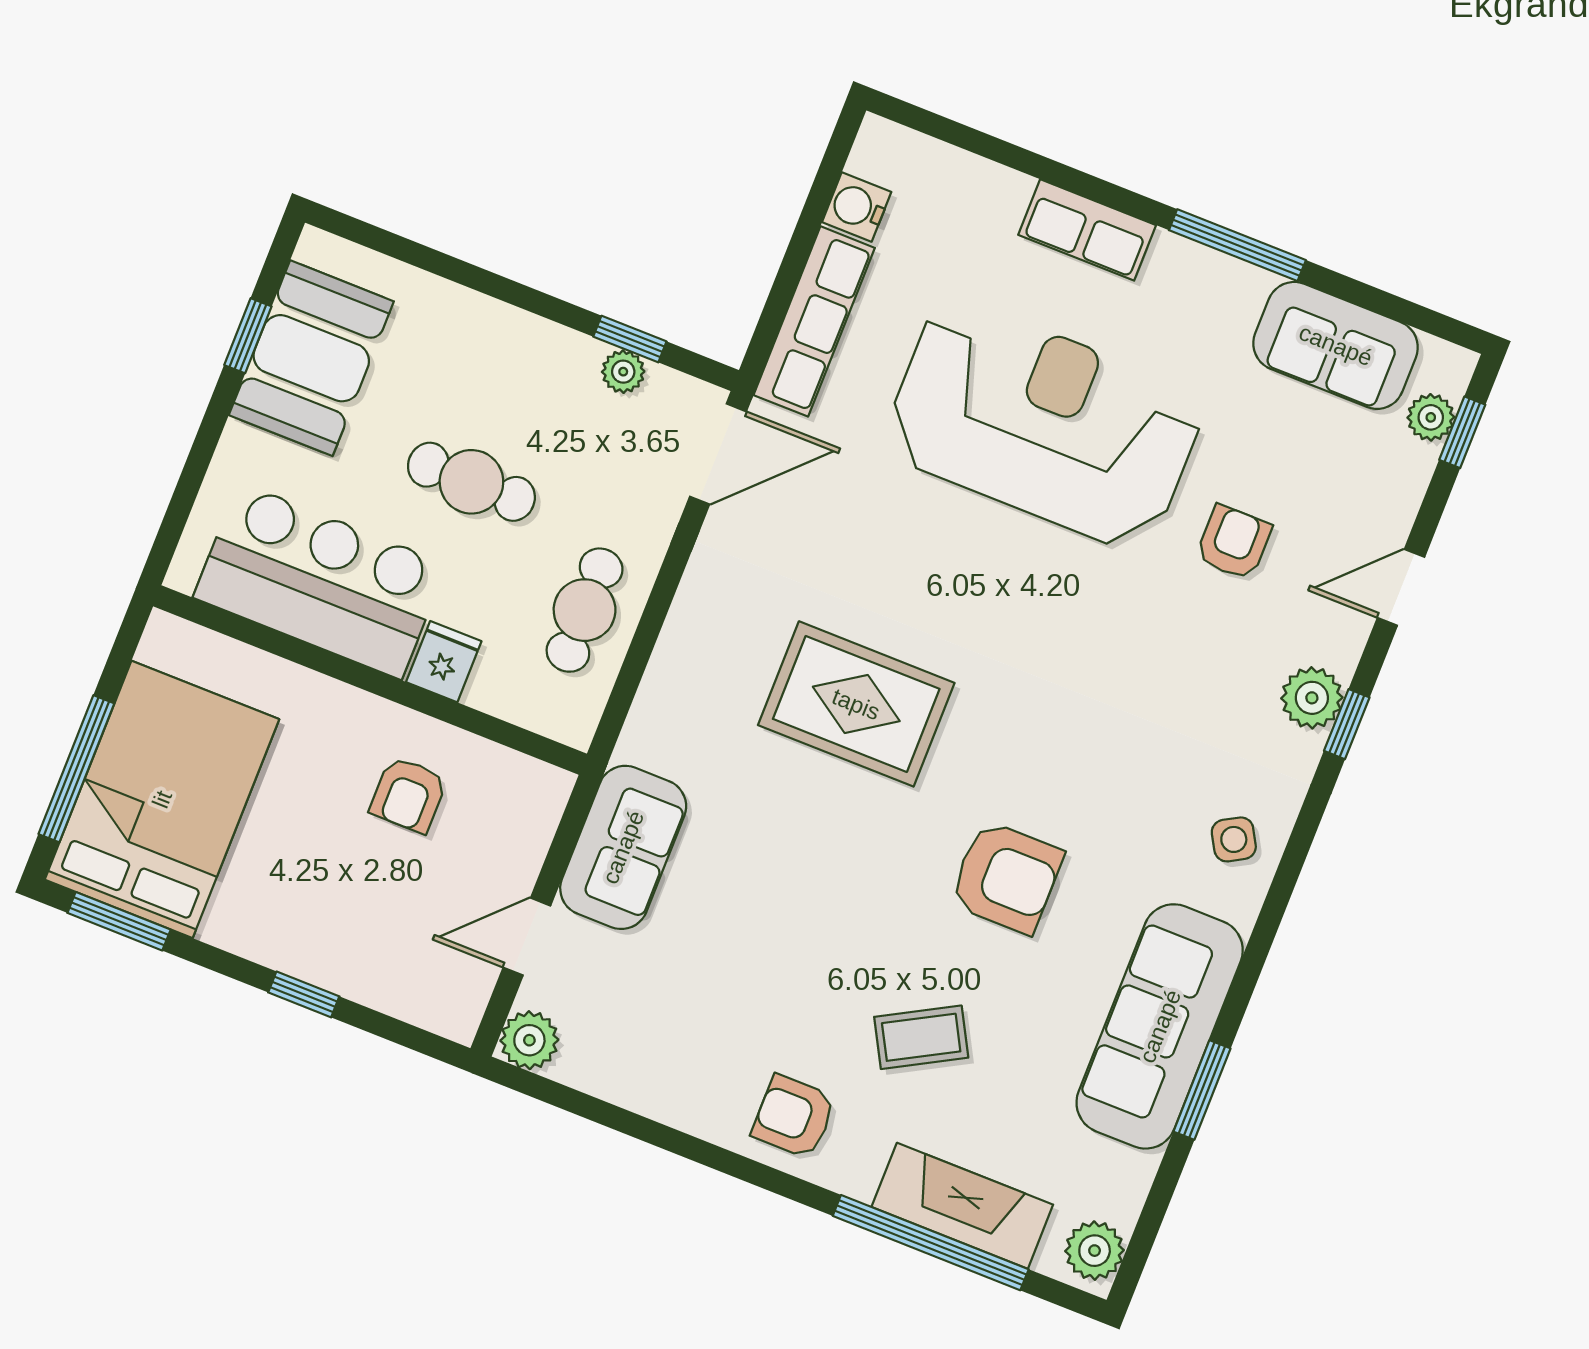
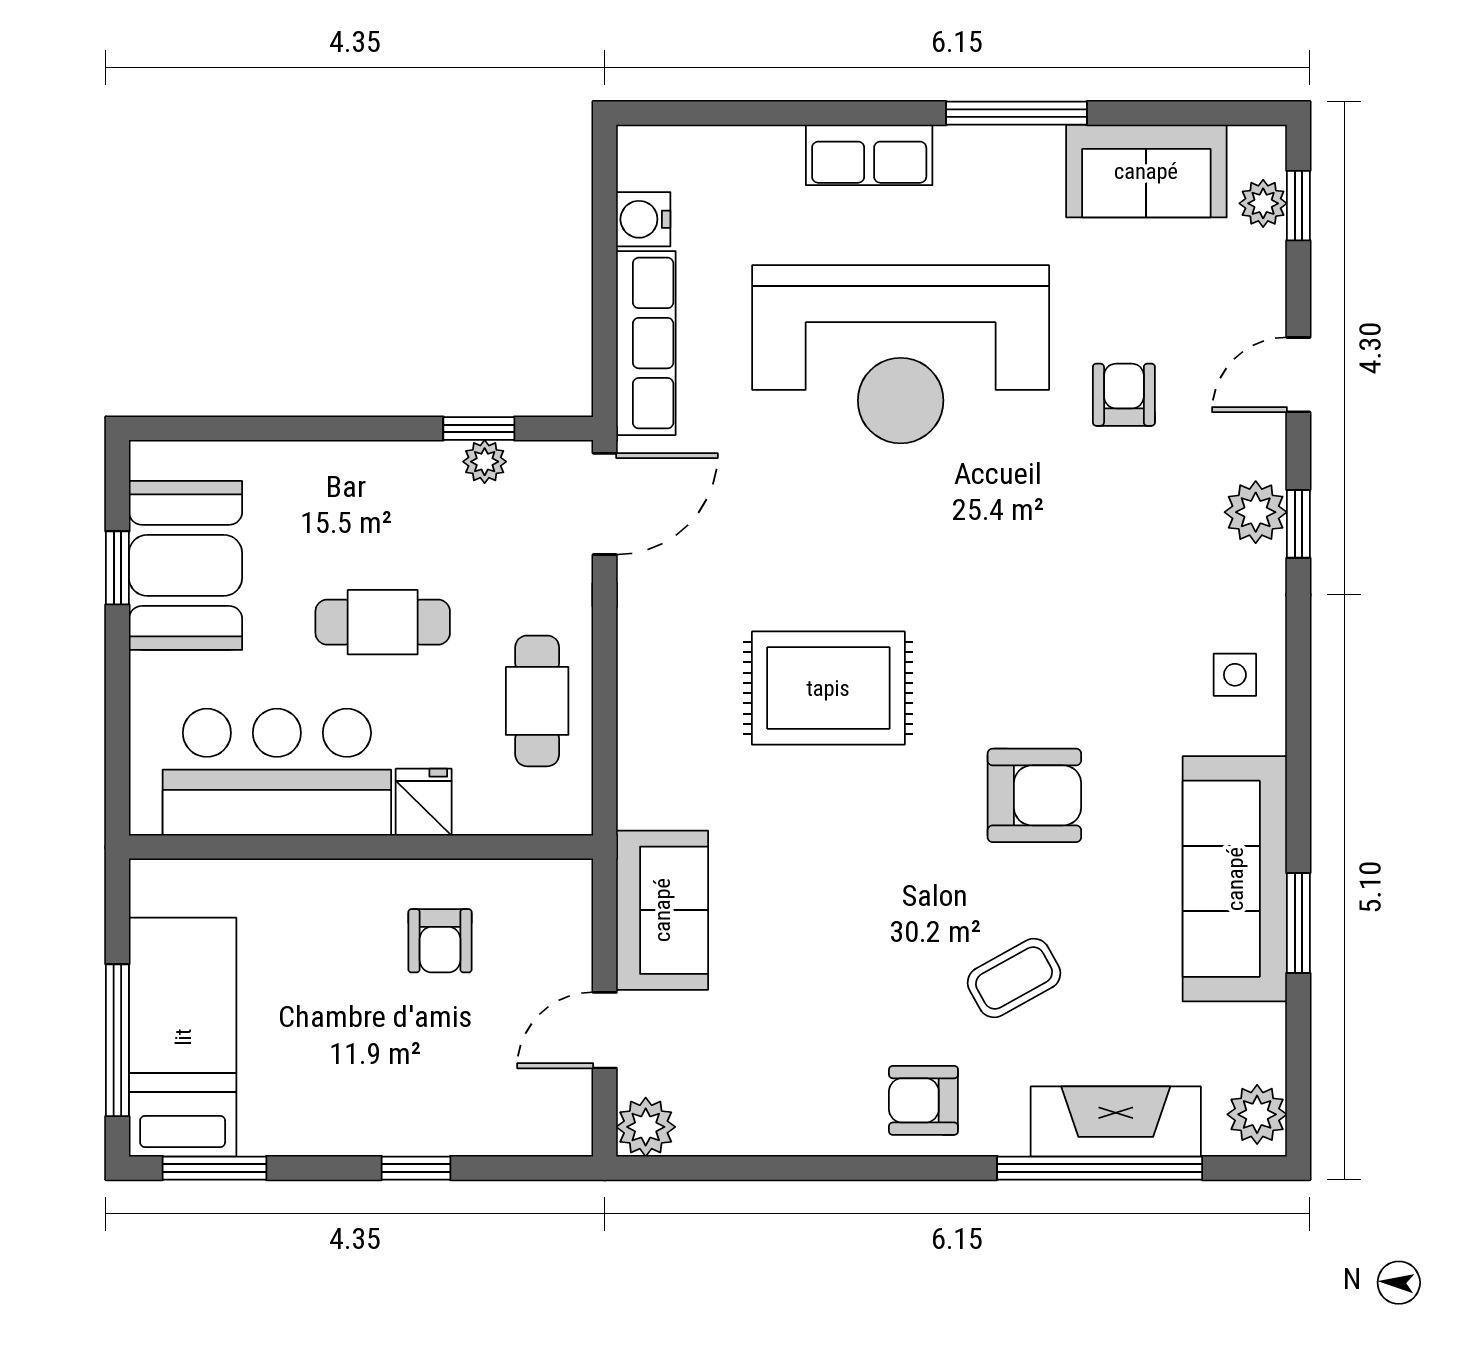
reception desk: (1044, 424) -> (901, 354), turned 180
bed: (162, 799) -> (183, 1037), width x0.67
side table: (1234, 839) -> (1235, 675), turned 30

